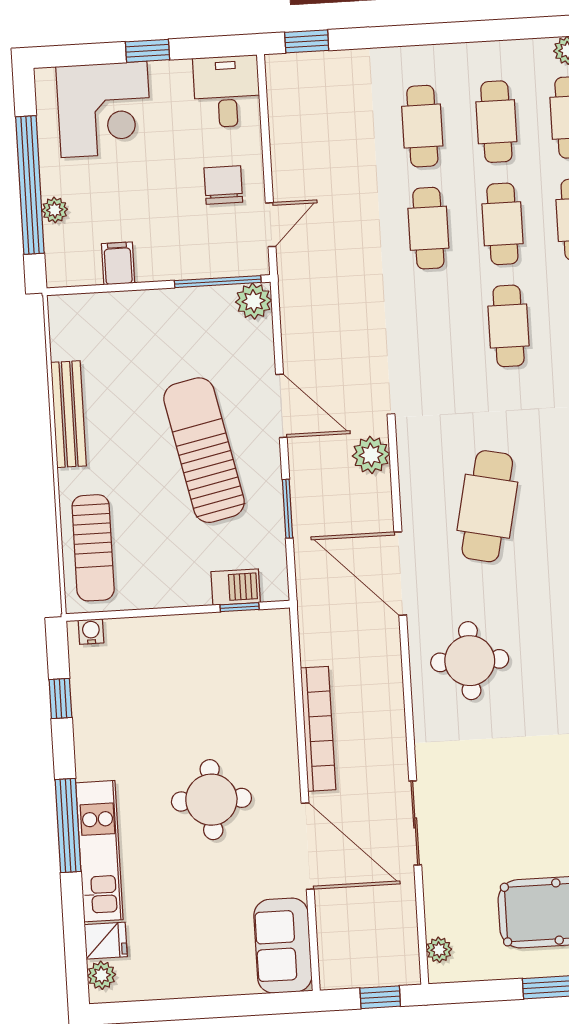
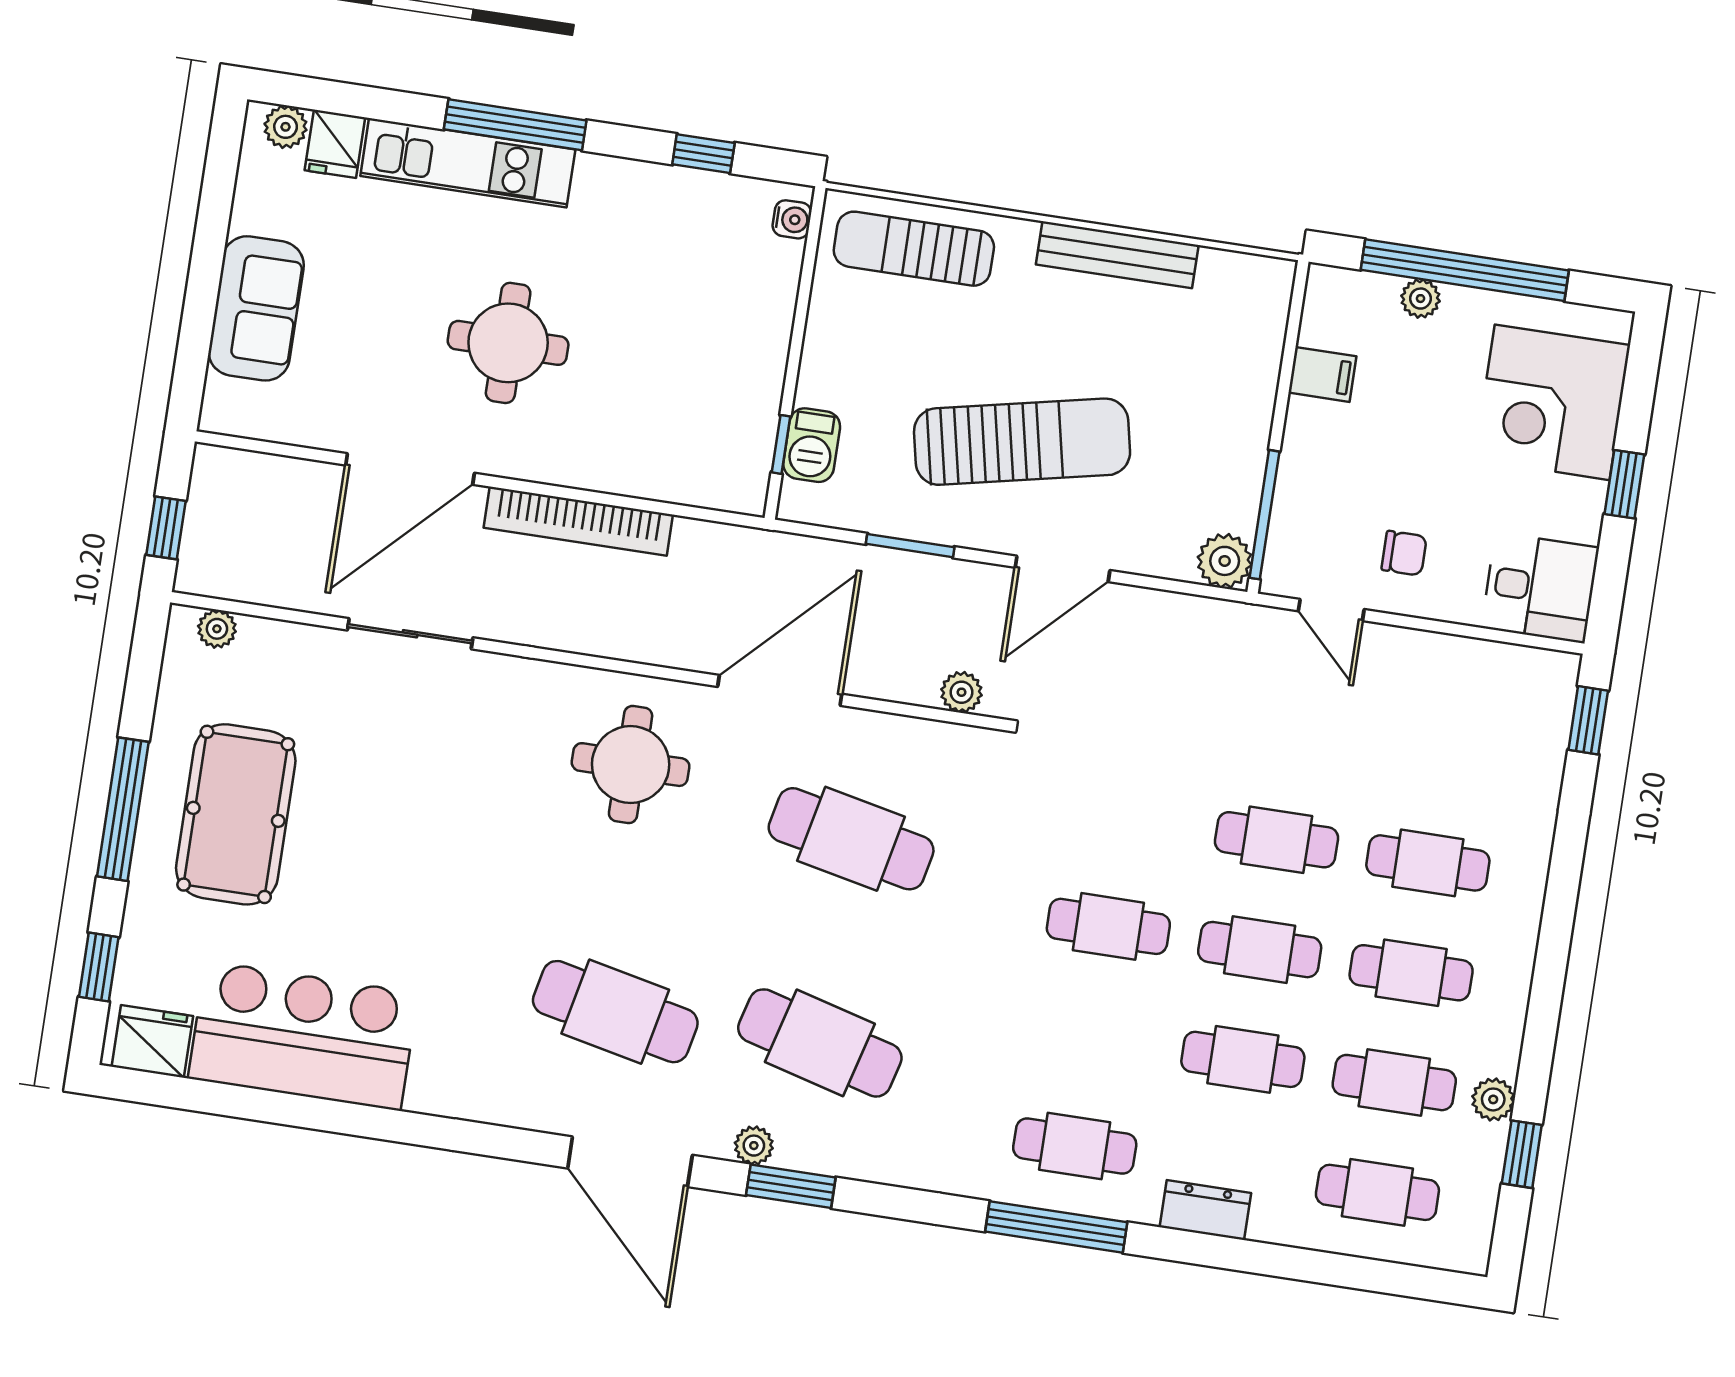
chair: (223, 185) -> (1404, 553), width x0.73, depth x0.73
plant: (371, 455) -> (961, 692), width x0.73, depth x0.73
sofa: (283, 946) -> (256, 308), moved, turned 90

